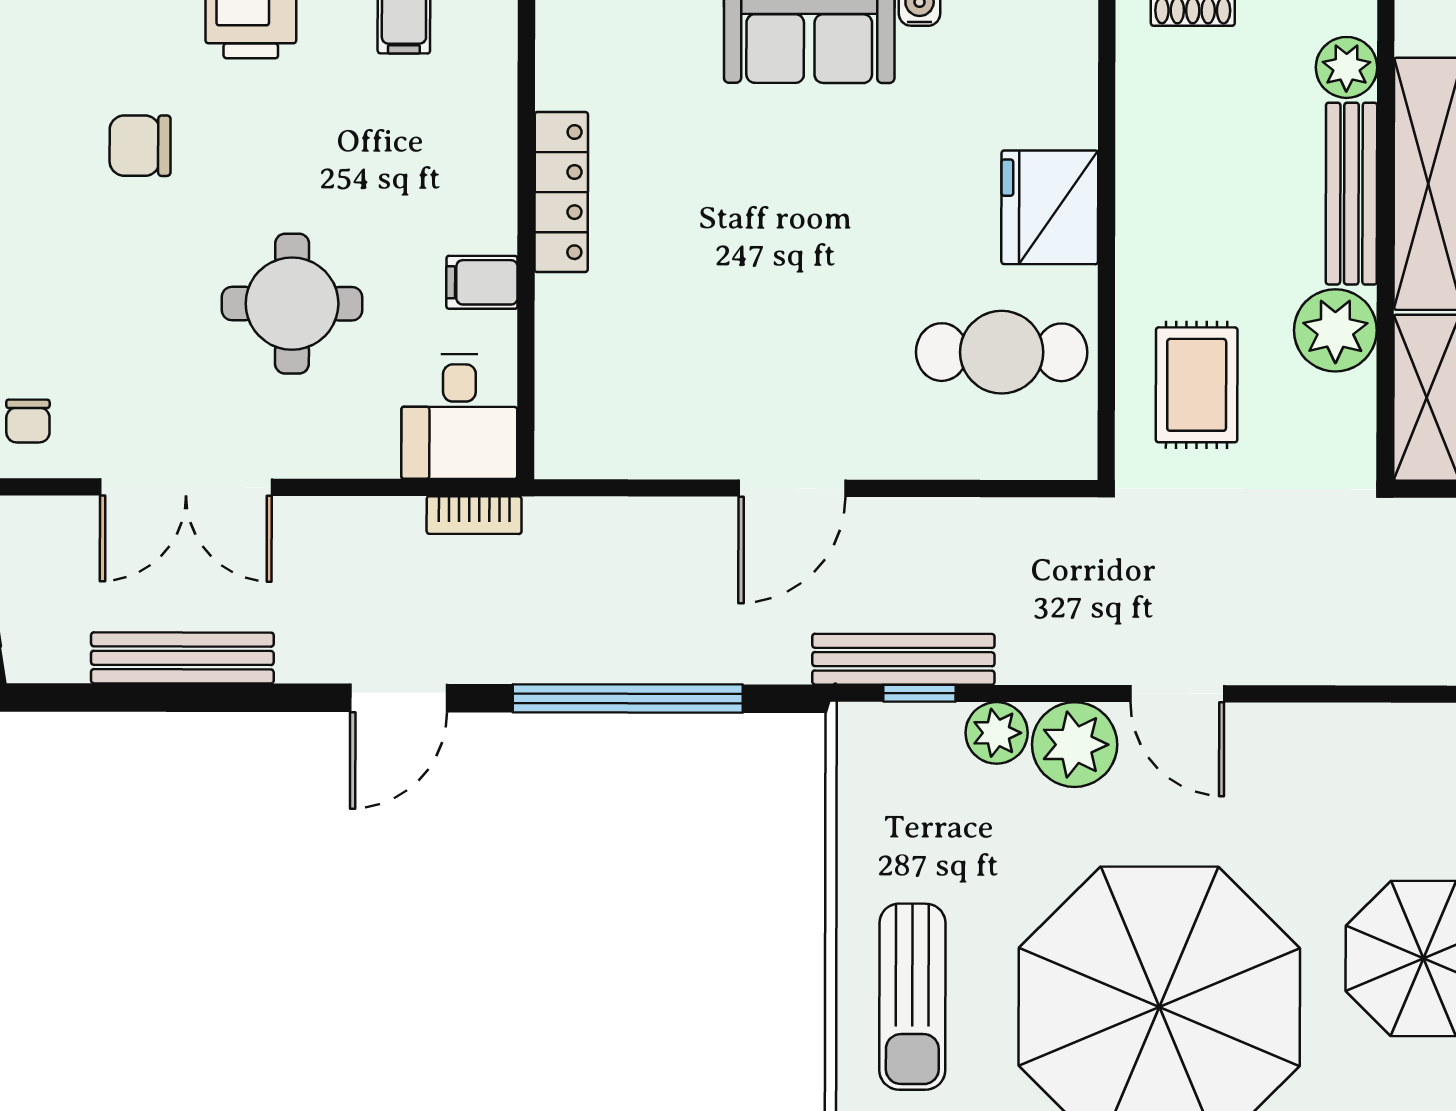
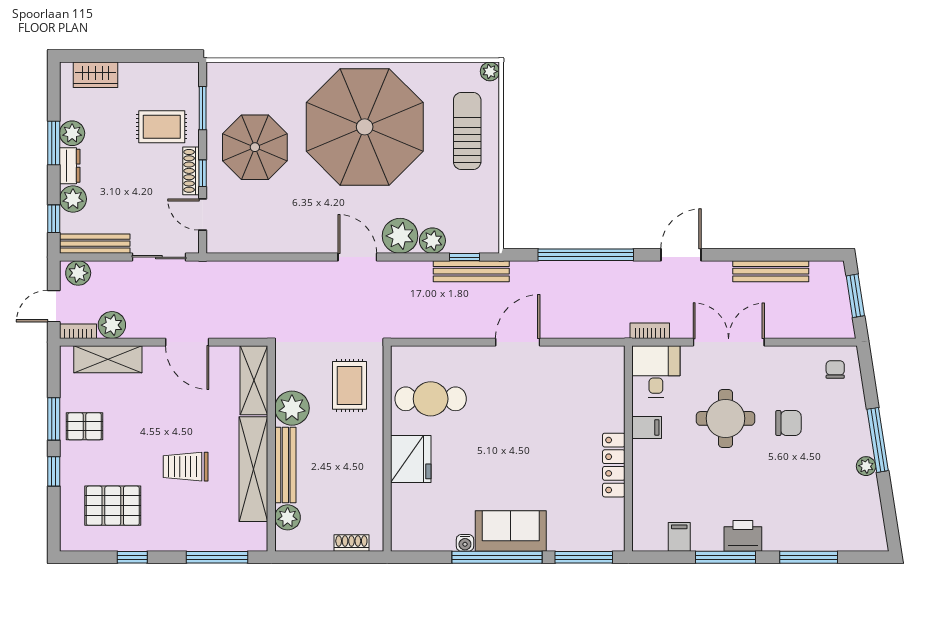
chair: (140, 146) -> (788, 423), moved
double door: (186, 487) -> (729, 342), moved

